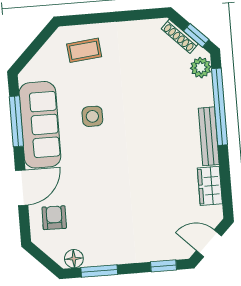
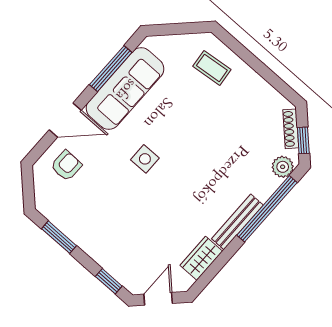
side table: (92, 116) -> (145, 159), moved
door: (209, 243) -> (158, 299), hinge flipped
floor lamp: (74, 259) -> (50, 210), removed

